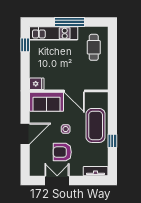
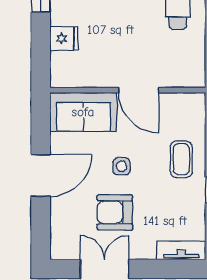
fridge: (37, 84) -> (64, 39), moved
coffee table: (96, 125) -> (181, 159), width x0.54, depth x0.58

